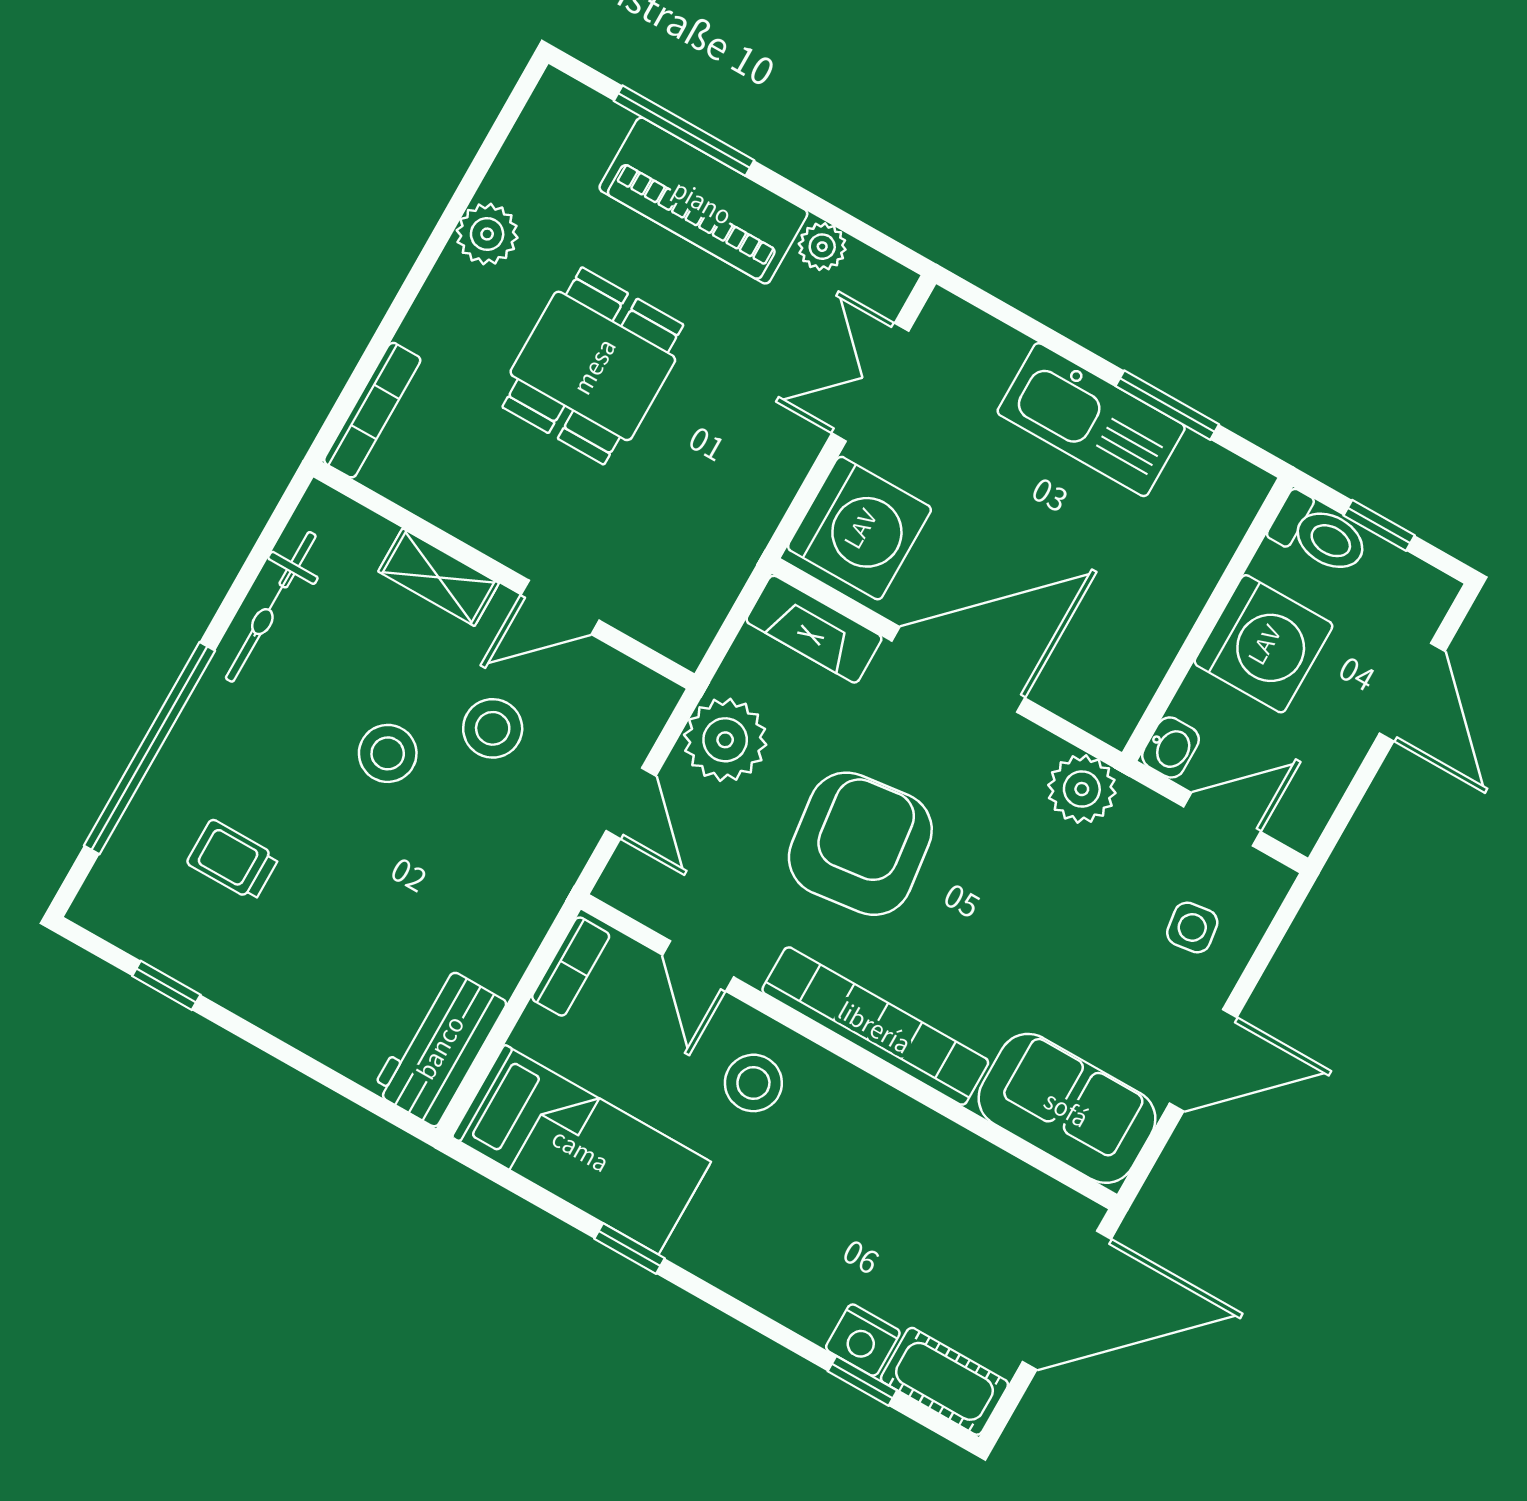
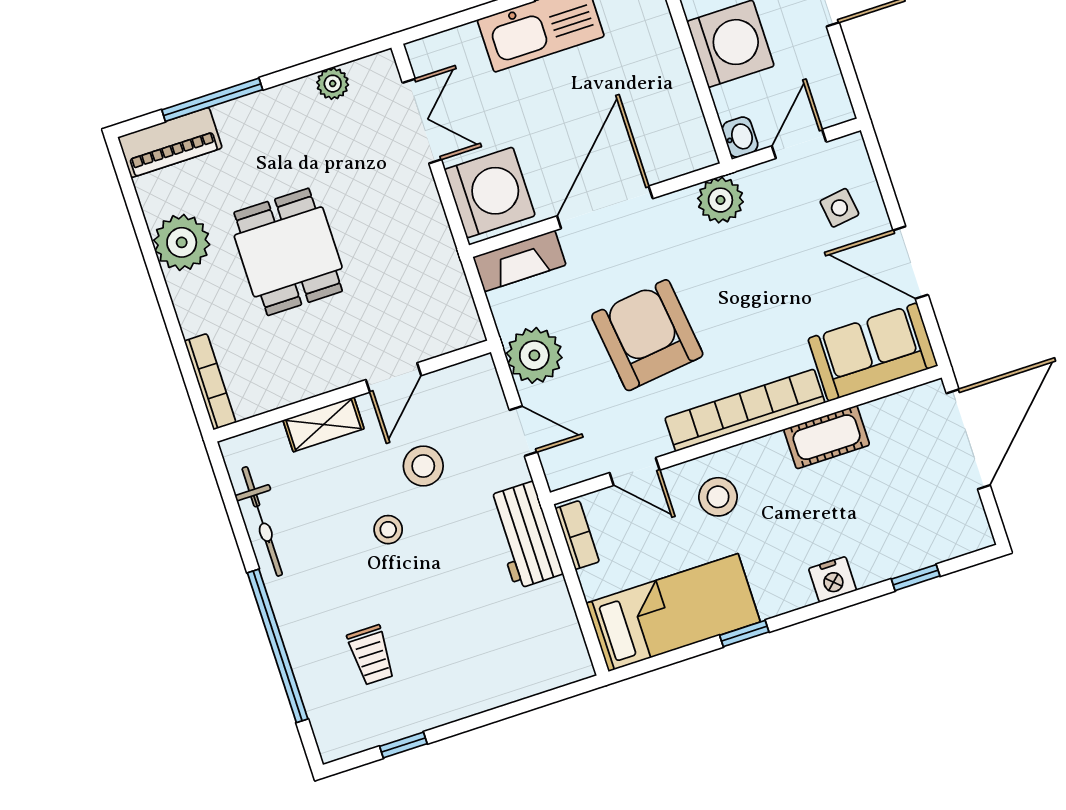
piano: (703, 201) -> (170, 143), moved, width x0.73, depth x0.75
plant: (487, 234) -> (182, 242), width x1.36, depth x1.36
double door: (870, 382) -> (422, 121), swing flipped
stool: (388, 753) -> (388, 530), width x0.73, depth x0.73
trolley: (233, 860) -> (371, 655), turned -90
workbench: (439, 1047) -> (524, 535), moved
door: (1203, 1060) -> (911, 263), swing flipped
nightstand: (863, 1340) -> (833, 579), moved
cot: (944, 1381) -> (827, 437), moved

